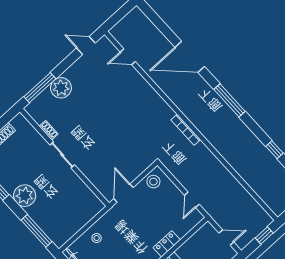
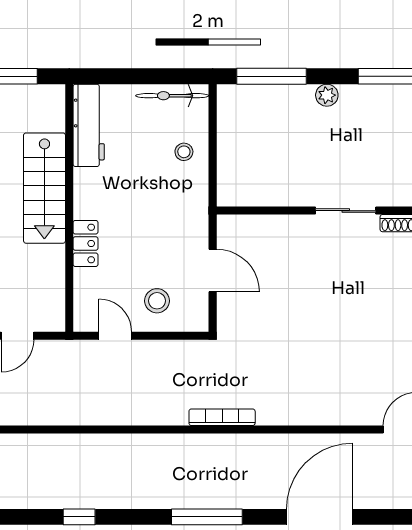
stool: (153, 182) -> (157, 301), moved
door: (123, 193) -> (213, 270), moved
plant: (25, 196) -> (327, 95), width x0.53, depth x0.53

